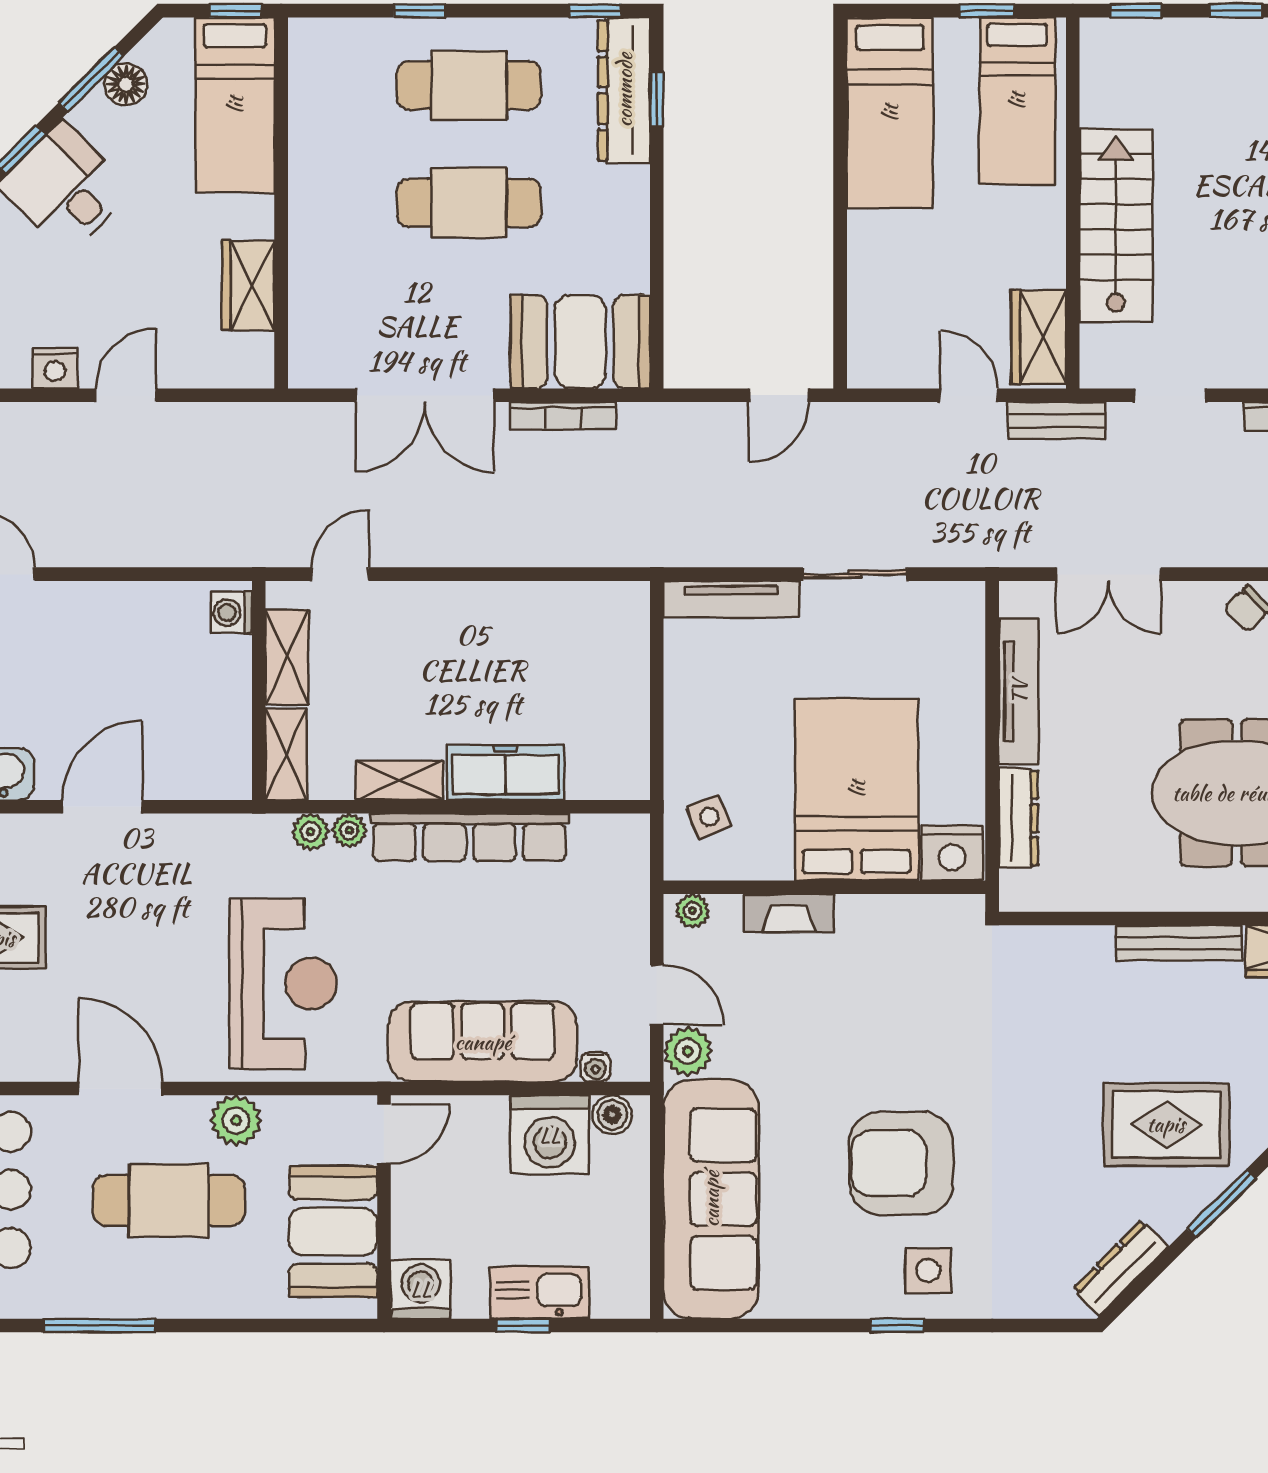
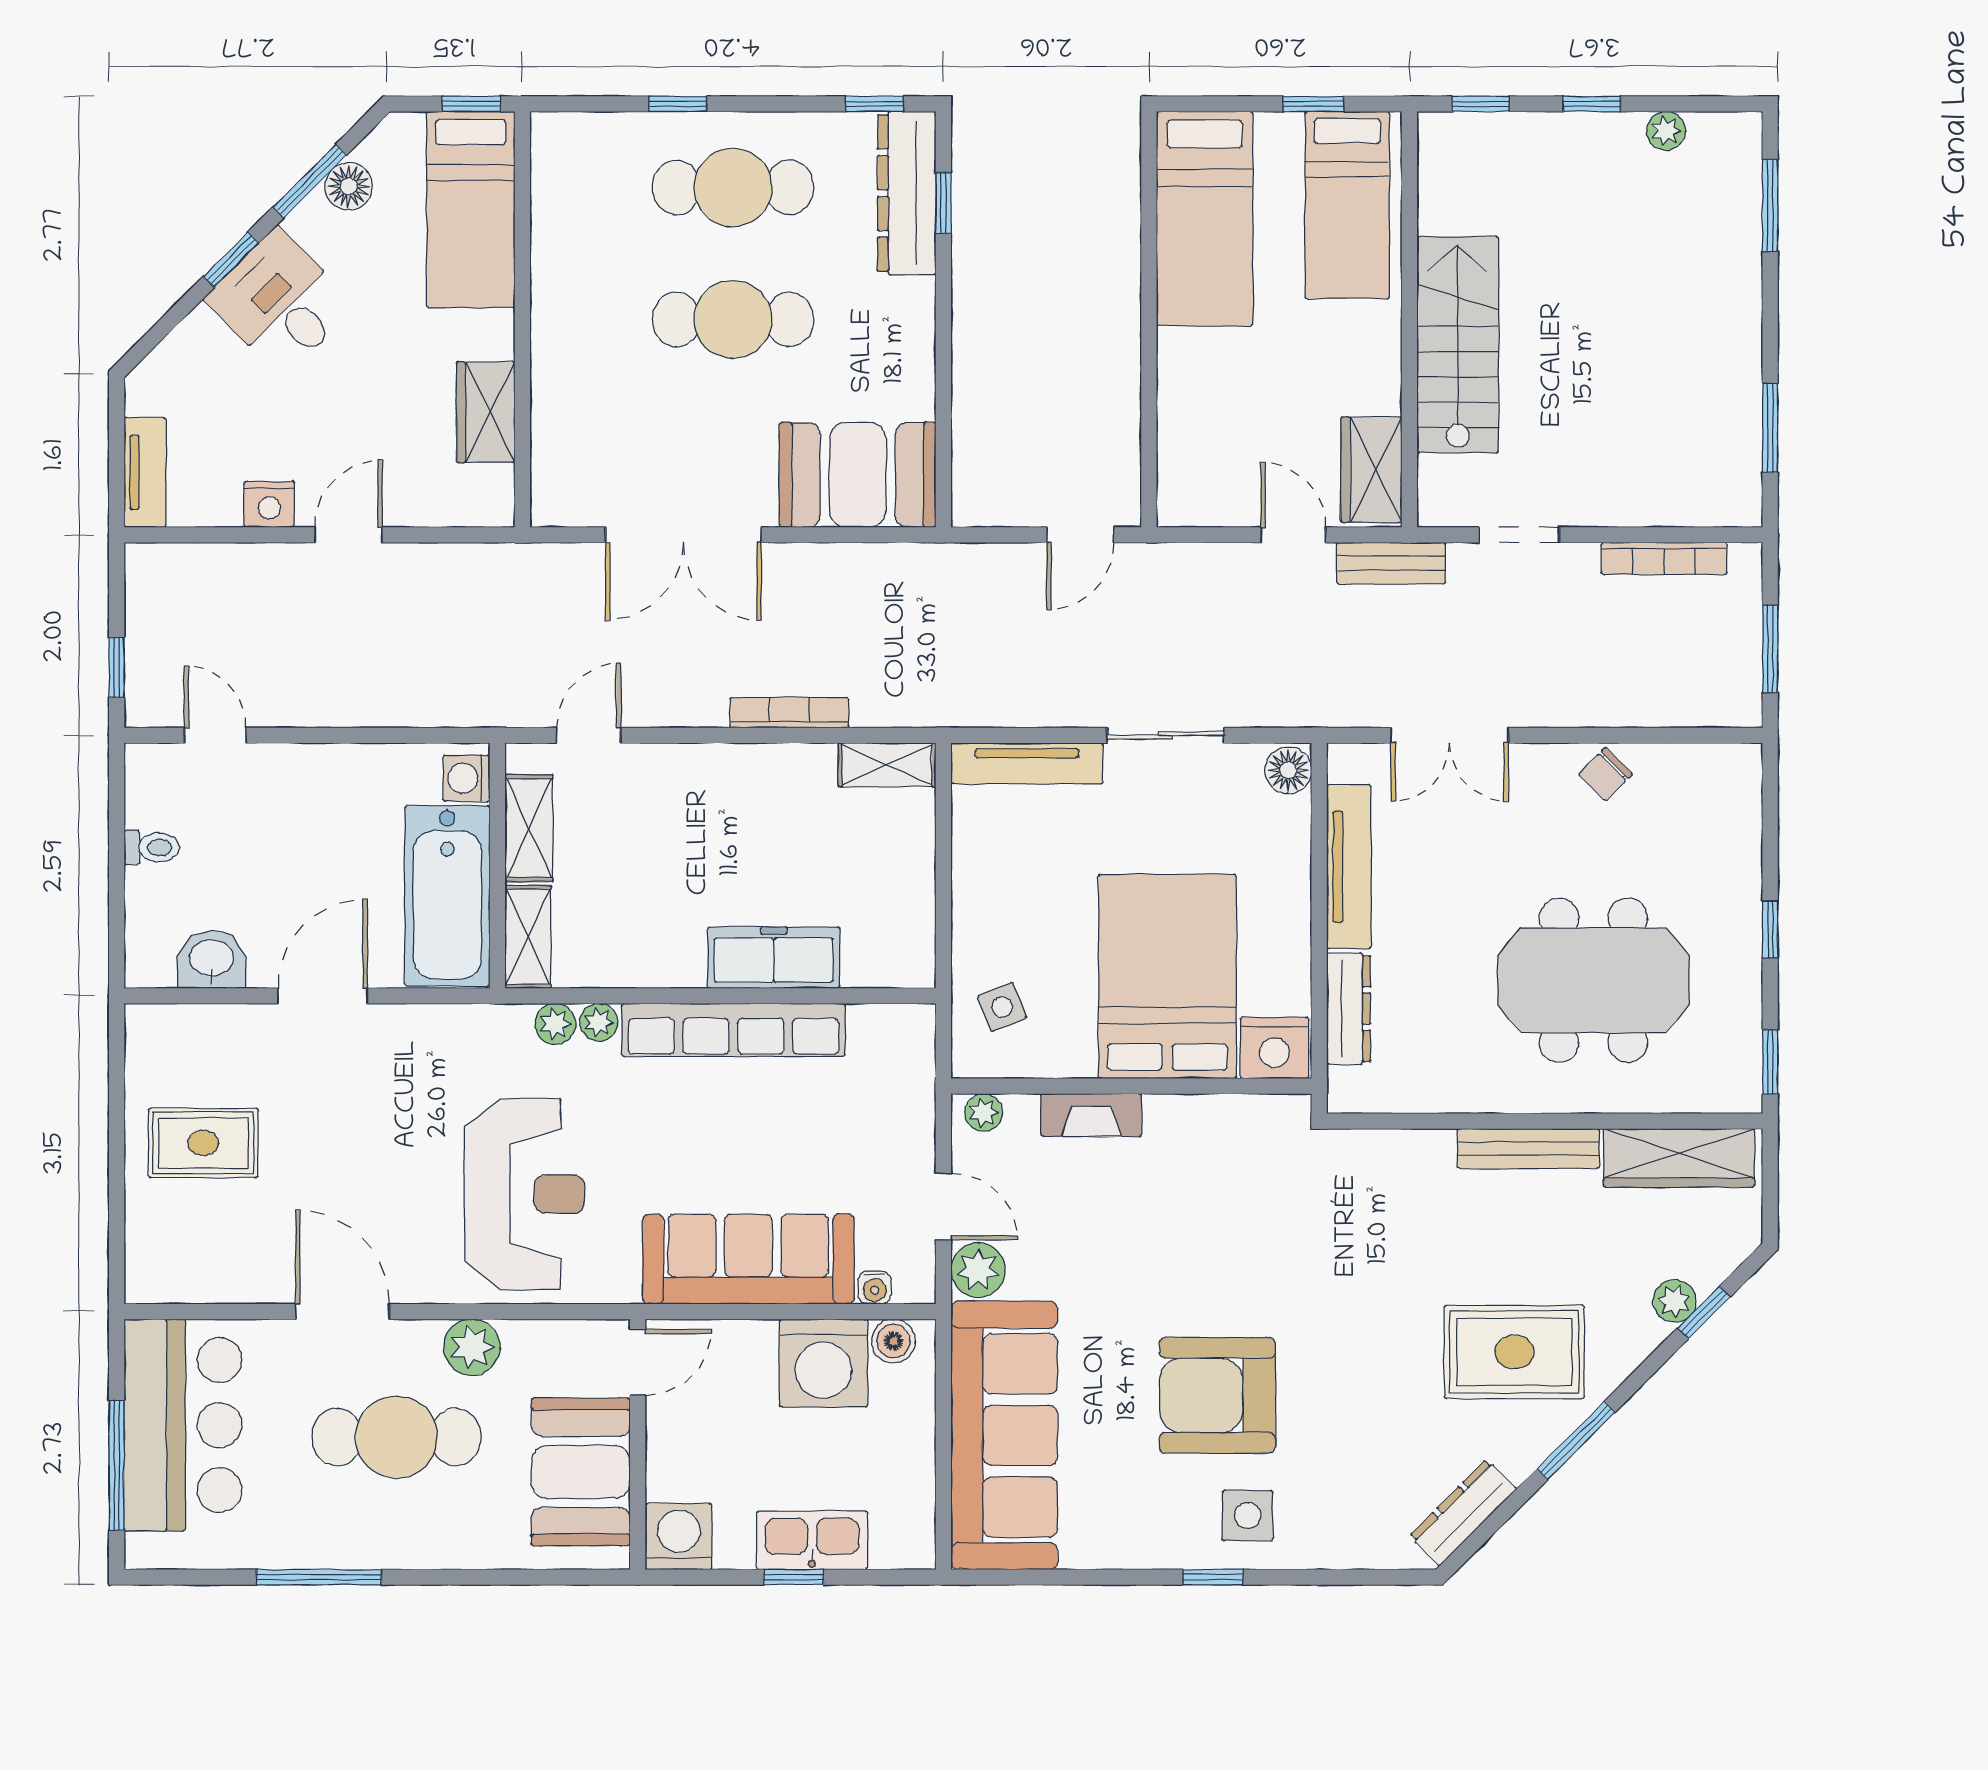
bookcase: (563, 416) -> (789, 713), moved, turned 180
floor lamp: (965, 605) -> (1288, 770), added
bathtub: (214, 717) -> (447, 896), added
shelving: (399, 780) -> (887, 765), moved

